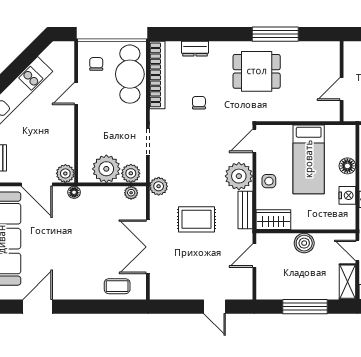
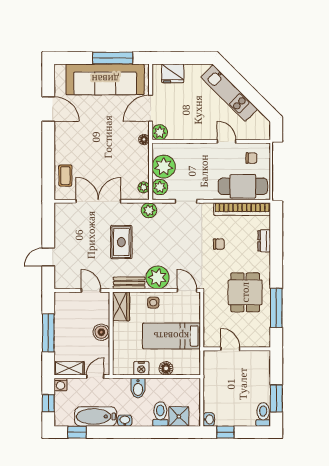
wall: (342, 81) -> (237, 349), moved
door: (342, 89) -> (230, 349), moved

